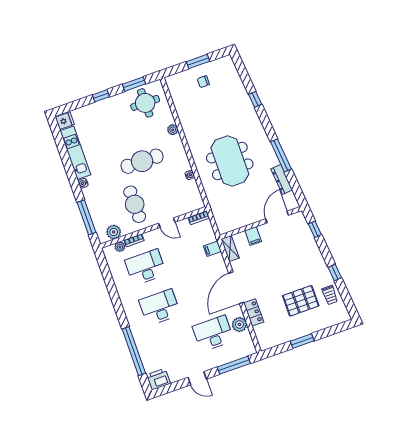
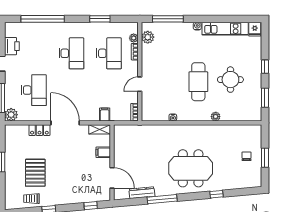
round table: (145, 103) -> (230, 80), moved
meeting table: (230, 161) -> (191, 168), moved
cafe table: (135, 204) -> (165, 63), removed
window: (112, 290) -> (100, 19), added
plant: (239, 325) -> (11, 115), moved
printer: (158, 379) -> (12, 46), moved

